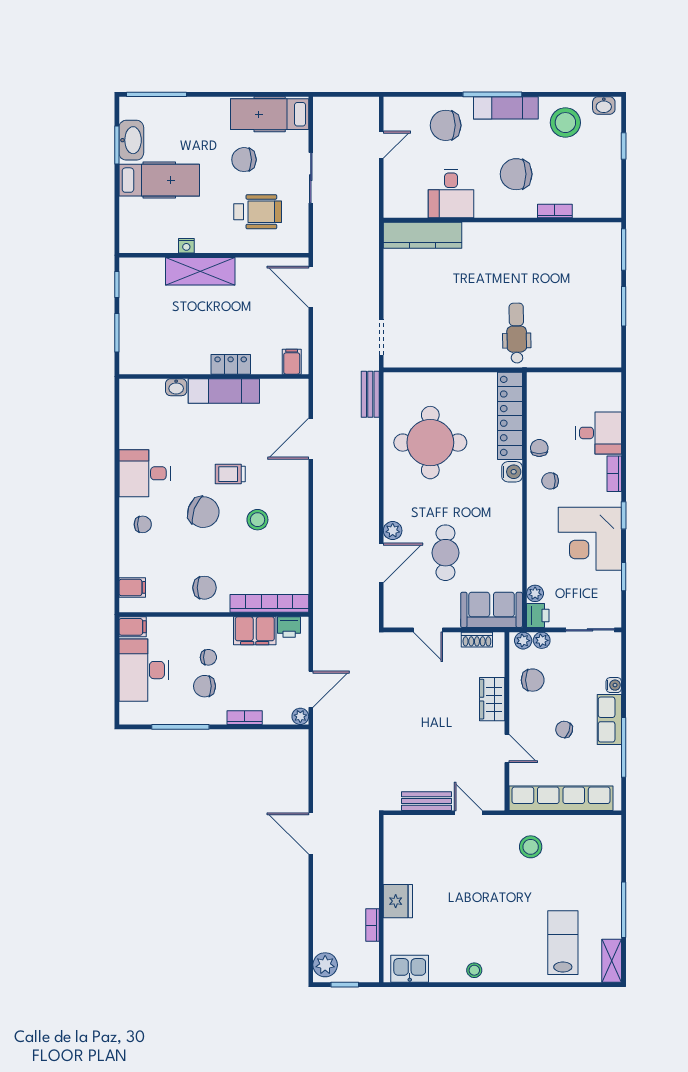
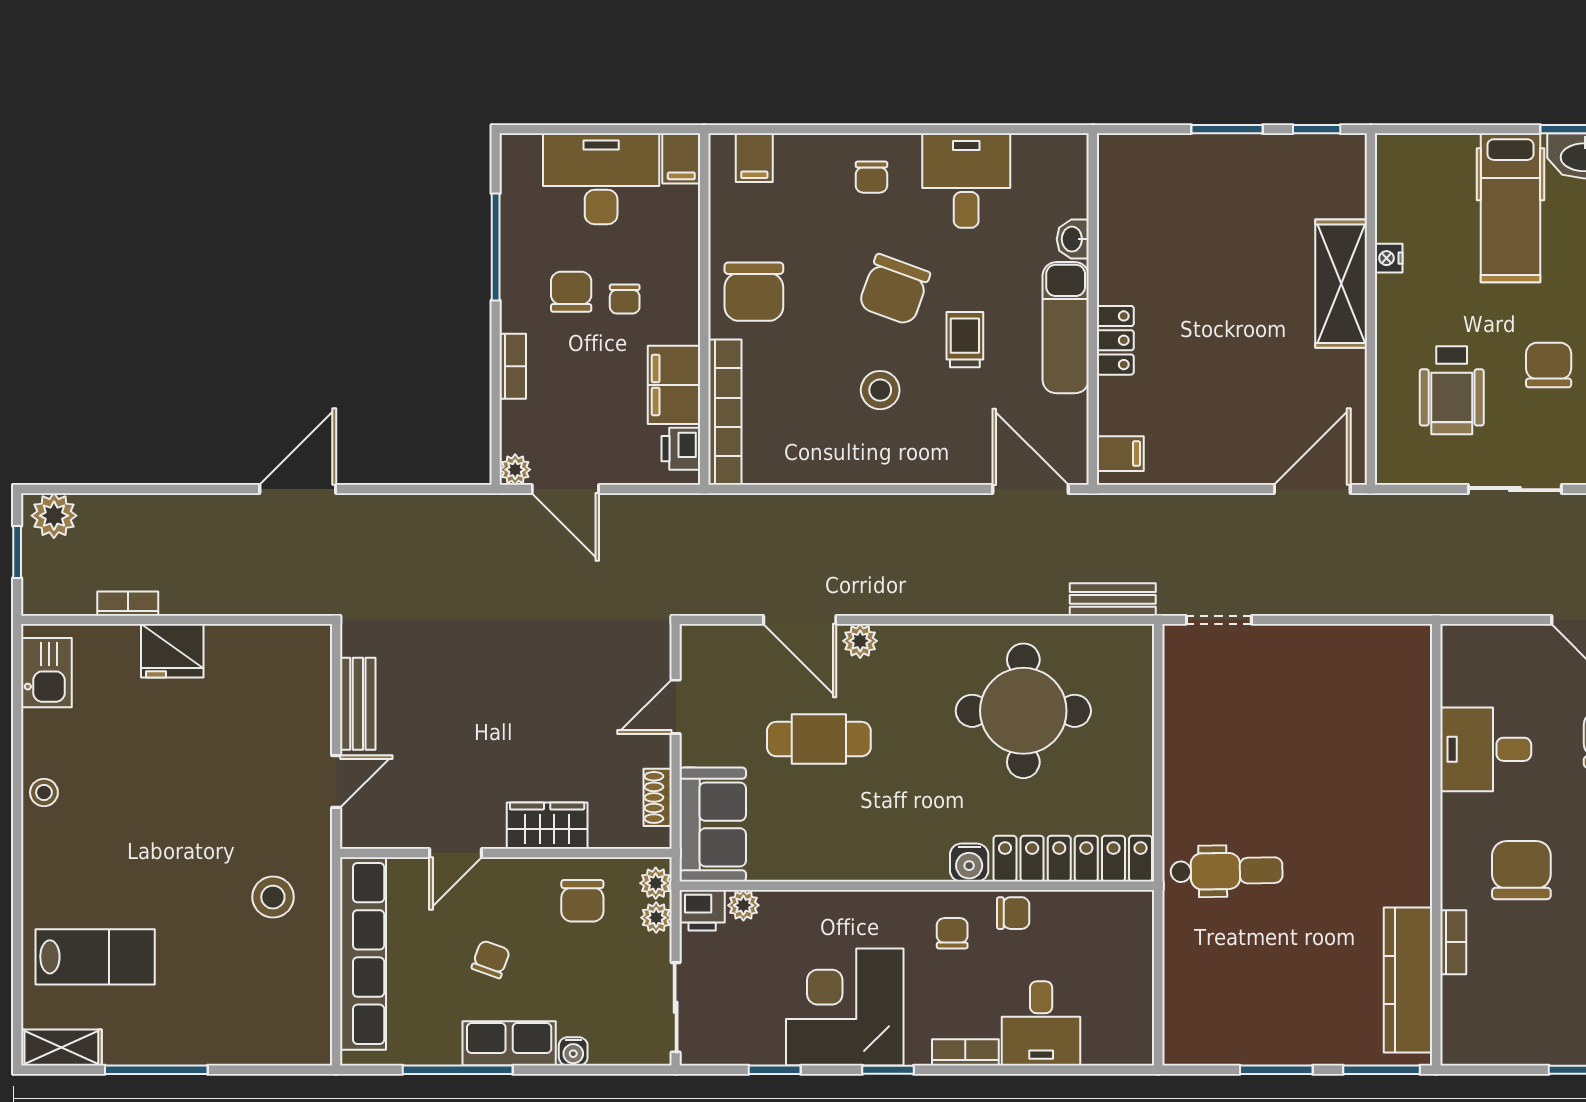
kitchen counter: (423, 235) -> (1408, 980), moved
filing cabinet: (292, 362) -> (1120, 454), moved
locker: (231, 364) -> (1115, 340), moved
wall: (214, 376) -> (1093, 309), moved
washbasin: (176, 387) -> (1073, 239), moved
exam couch: (224, 391) -> (1066, 328), moved
chair: (204, 588) -> (754, 292), width x1.37, depth x1.37

